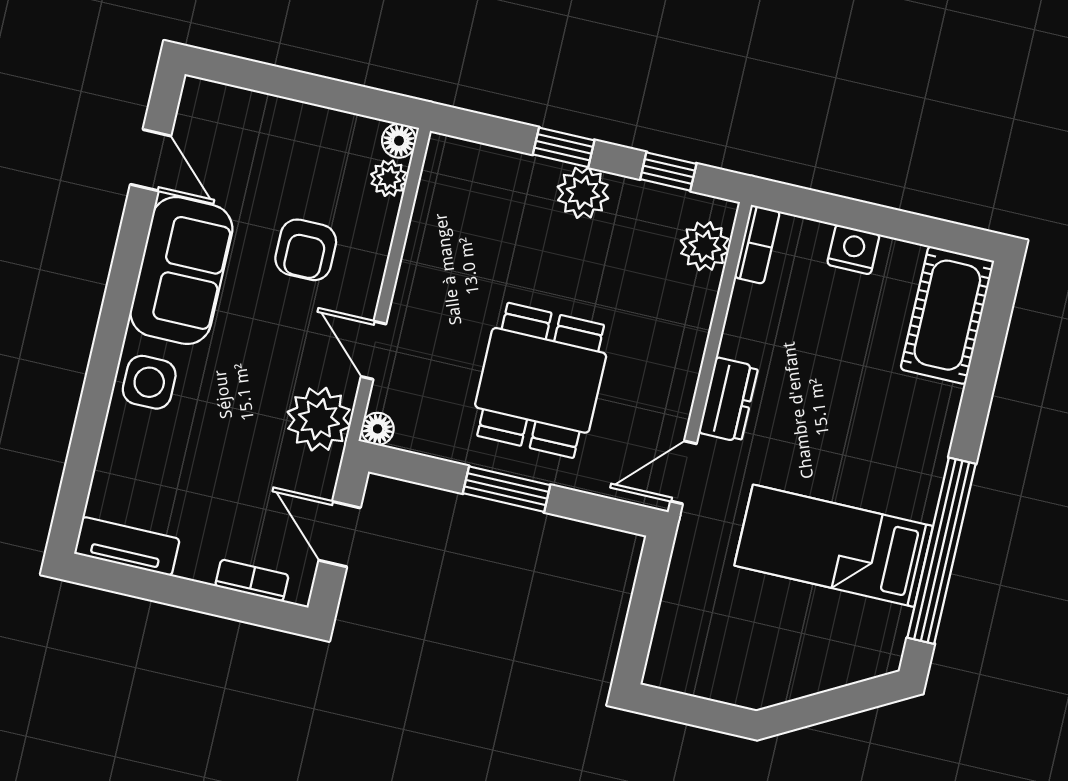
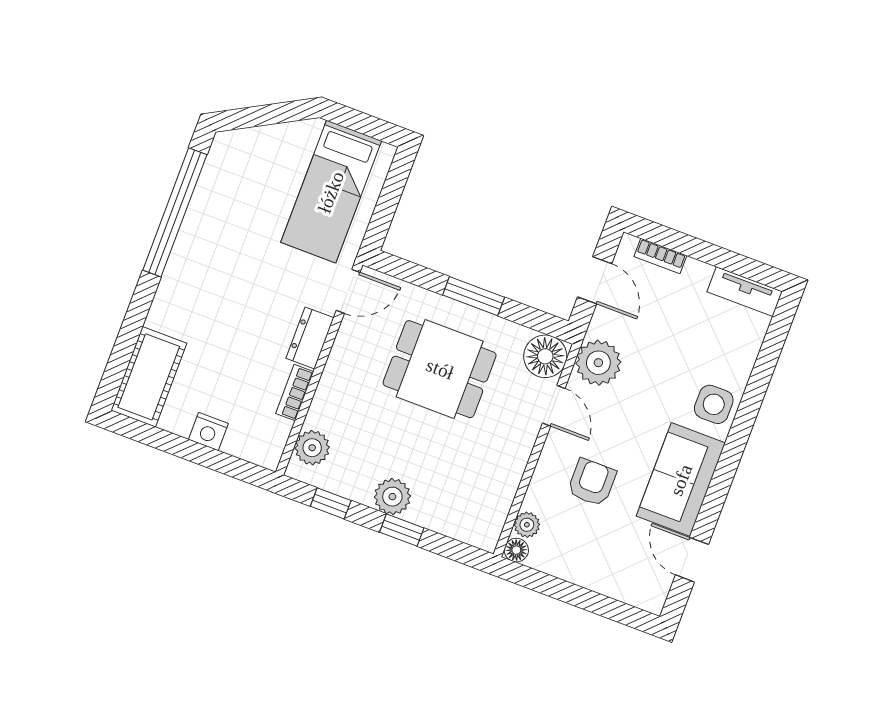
bookcase: (757, 244) -> (295, 393), moved
dining table: (541, 380) -> (440, 369), turned 90
floor lamp: (378, 429) -> (545, 356), width x1.89, depth x1.89
bed: (834, 546) -> (331, 192), moved, turned 90

